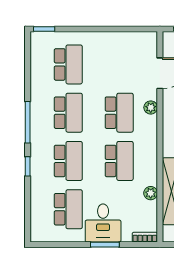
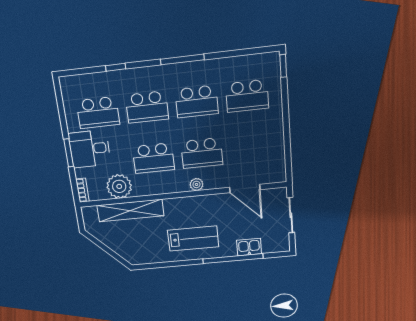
plant: (151, 107) -> (196, 184), moved
window: (28, 166) -> (116, 67), moved
plant: (151, 193) -> (119, 186), width x1.88, depth x1.88

